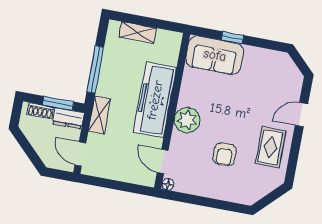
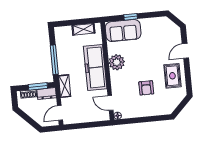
shelving: (138, 33) -> (83, 29), moved
plant: (187, 120) -> (117, 62), moved
door: (80, 154) -> (60, 113), hinge flipped

